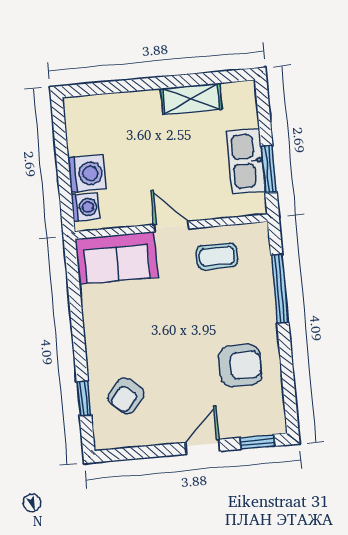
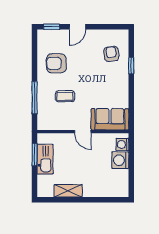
coffee table: (217, 256) -> (65, 96), moved
armchair: (126, 396) -> (111, 54), turned -46
window: (84, 398) -> (131, 66), moved

